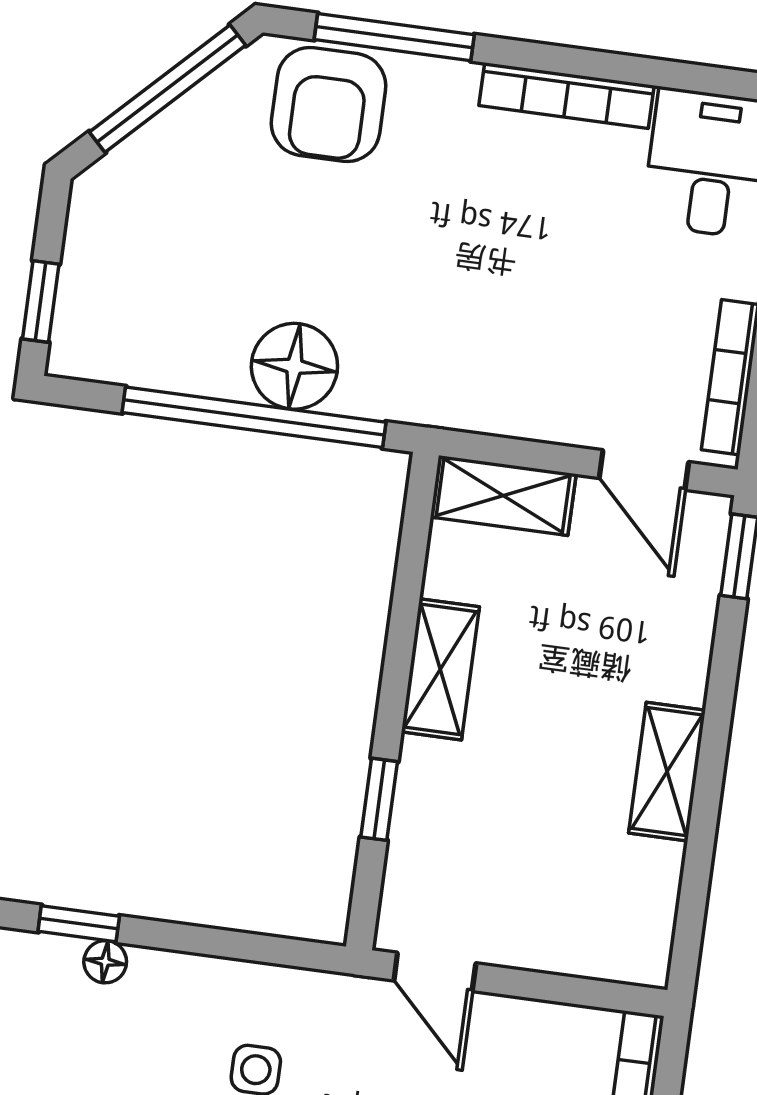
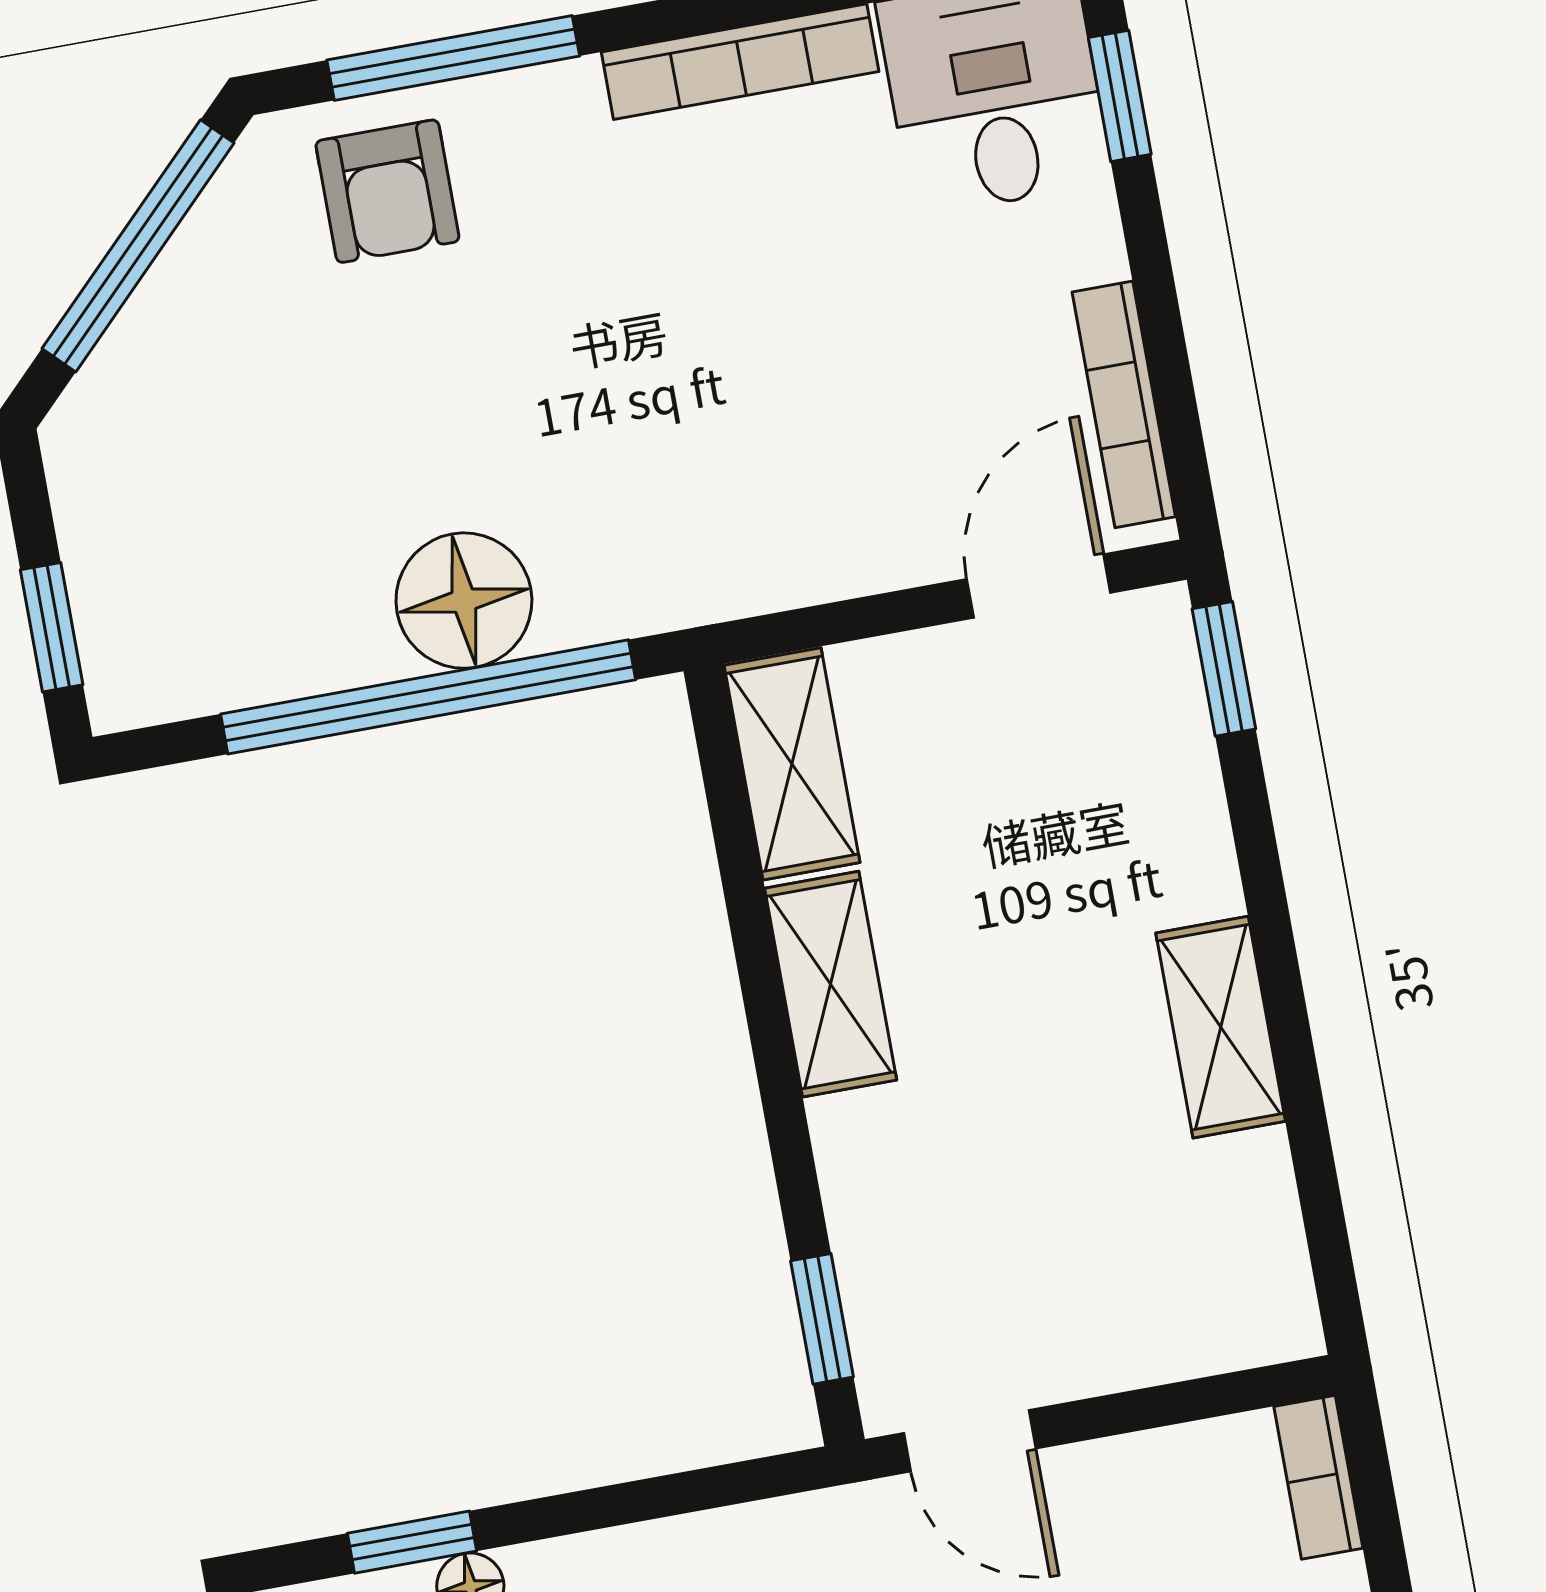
armchair: (329, 105) -> (387, 191), width x0.72, depth x0.72
door: (644, 470) -> (1039, 586), swing flipped
shelving: (503, 496) -> (792, 764), moved, turned 90
window: (379, 799) -> (822, 1319), moved

